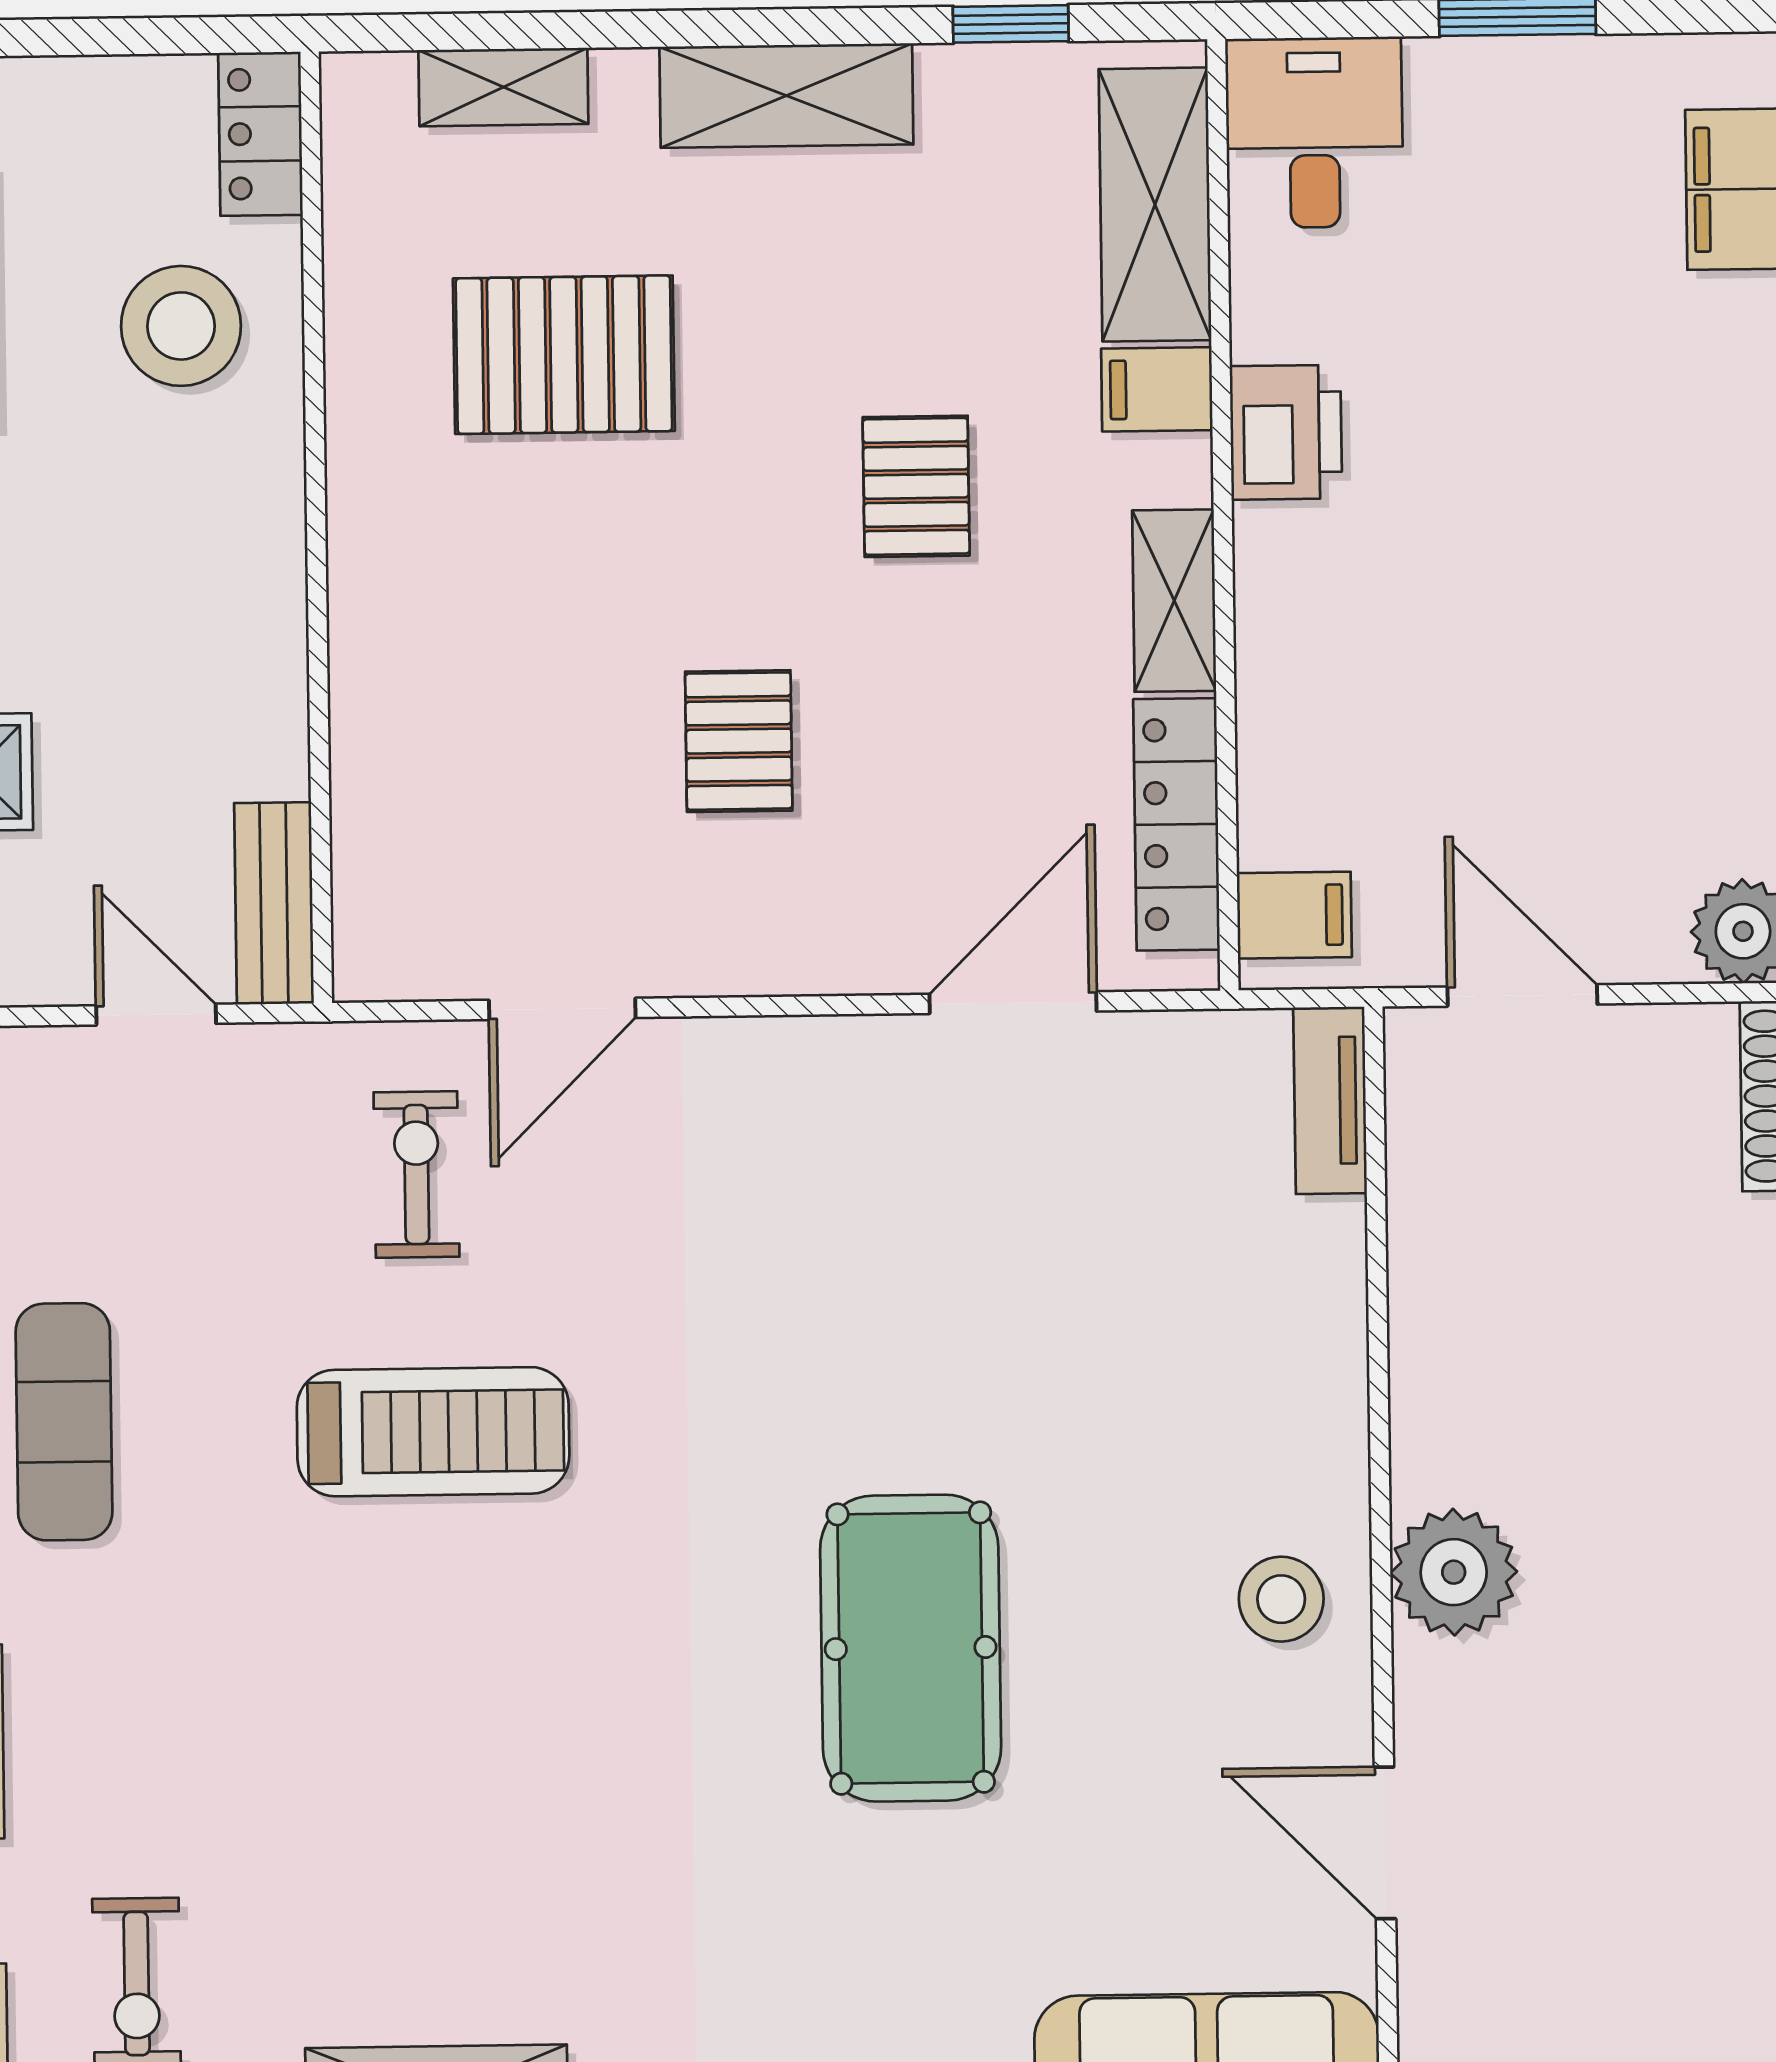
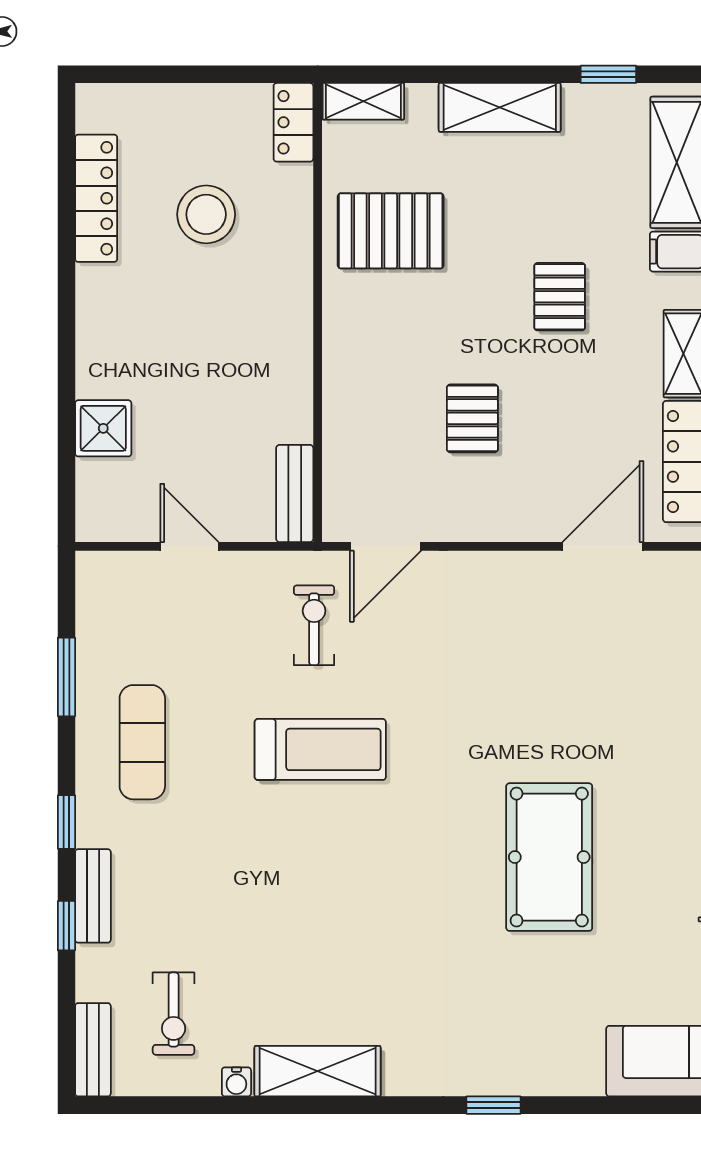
locker: (260, 134) -> (293, 122), moved
wall: (316, 527) -> (318, 313), moved
bench: (274, 903) -> (295, 493), moved

